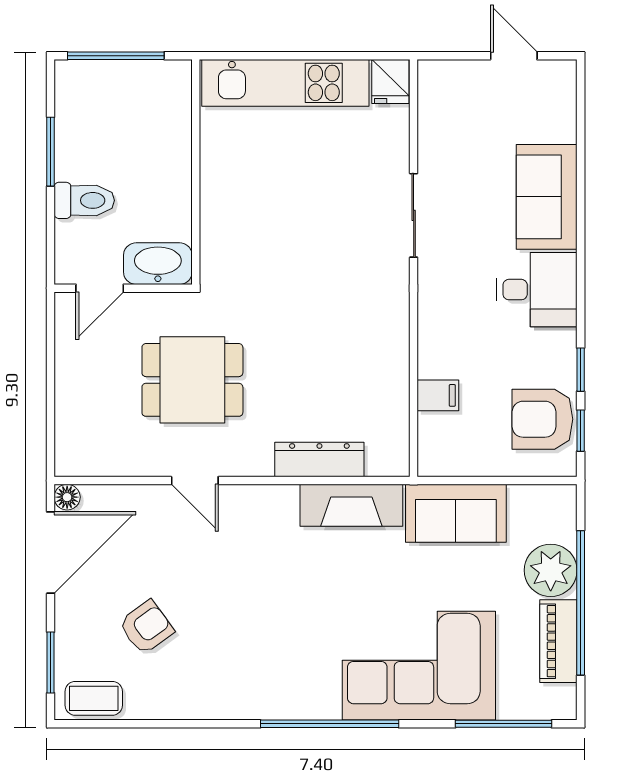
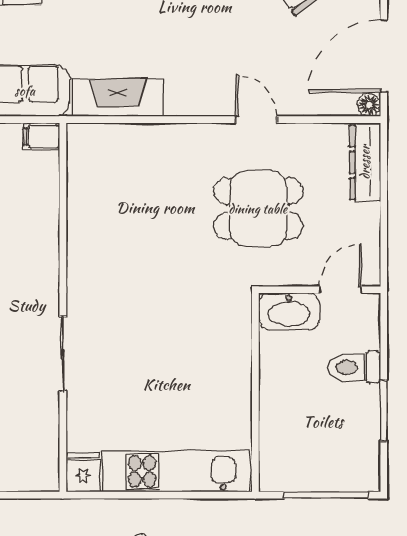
filing cabinet: (438, 395) -> (41, 137), moved
dresser: (319, 460) -> (365, 162), moved, turned 90

